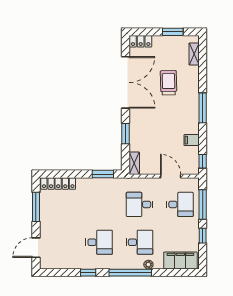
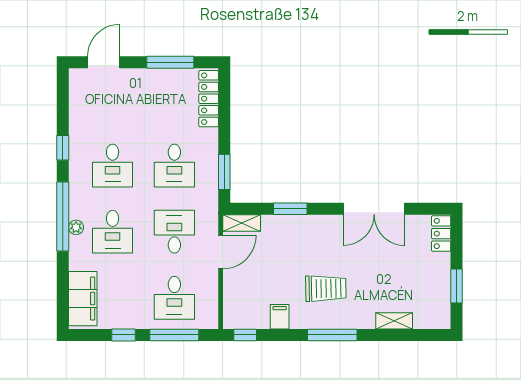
shelving: (194, 54) -> (394, 321), moved
double door: (125, 82) -> (374, 209), width x0.73
trolley: (169, 83) -> (326, 288), moved
door: (171, 176) -> (221, 252), moved
desk: (99, 204) -> (174, 166), added
door: (36, 248) -> (104, 62), hinge flipped
plant: (148, 265) -> (76, 227), moved

